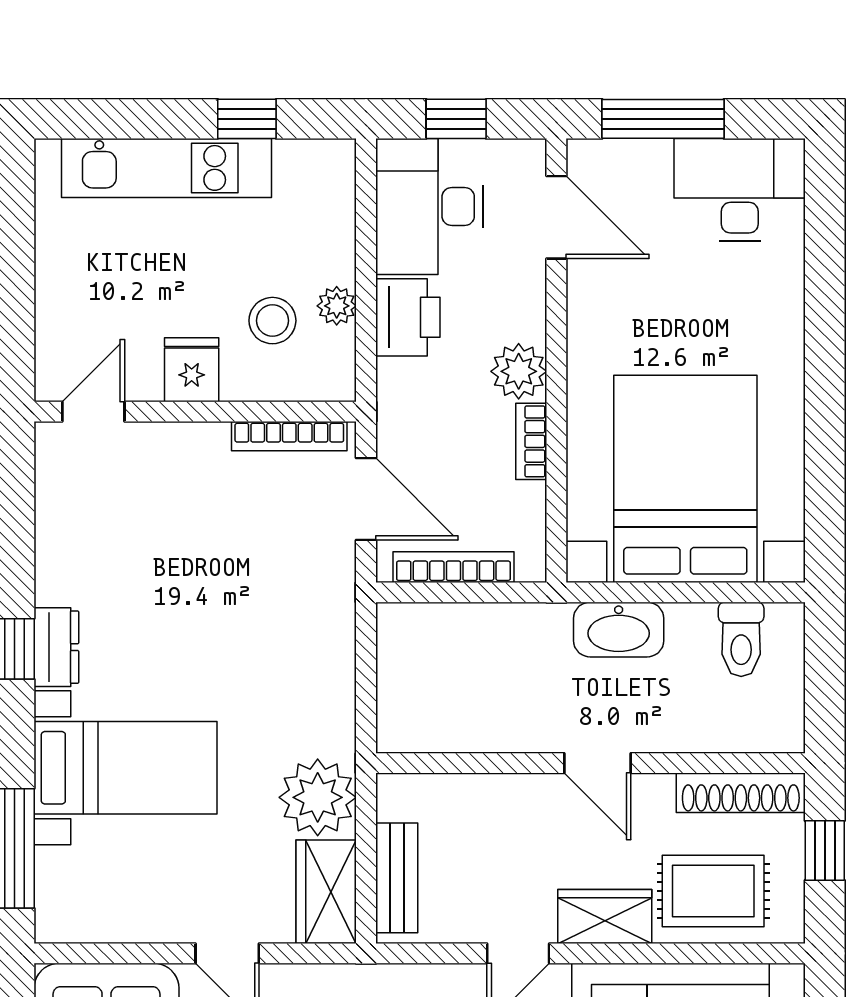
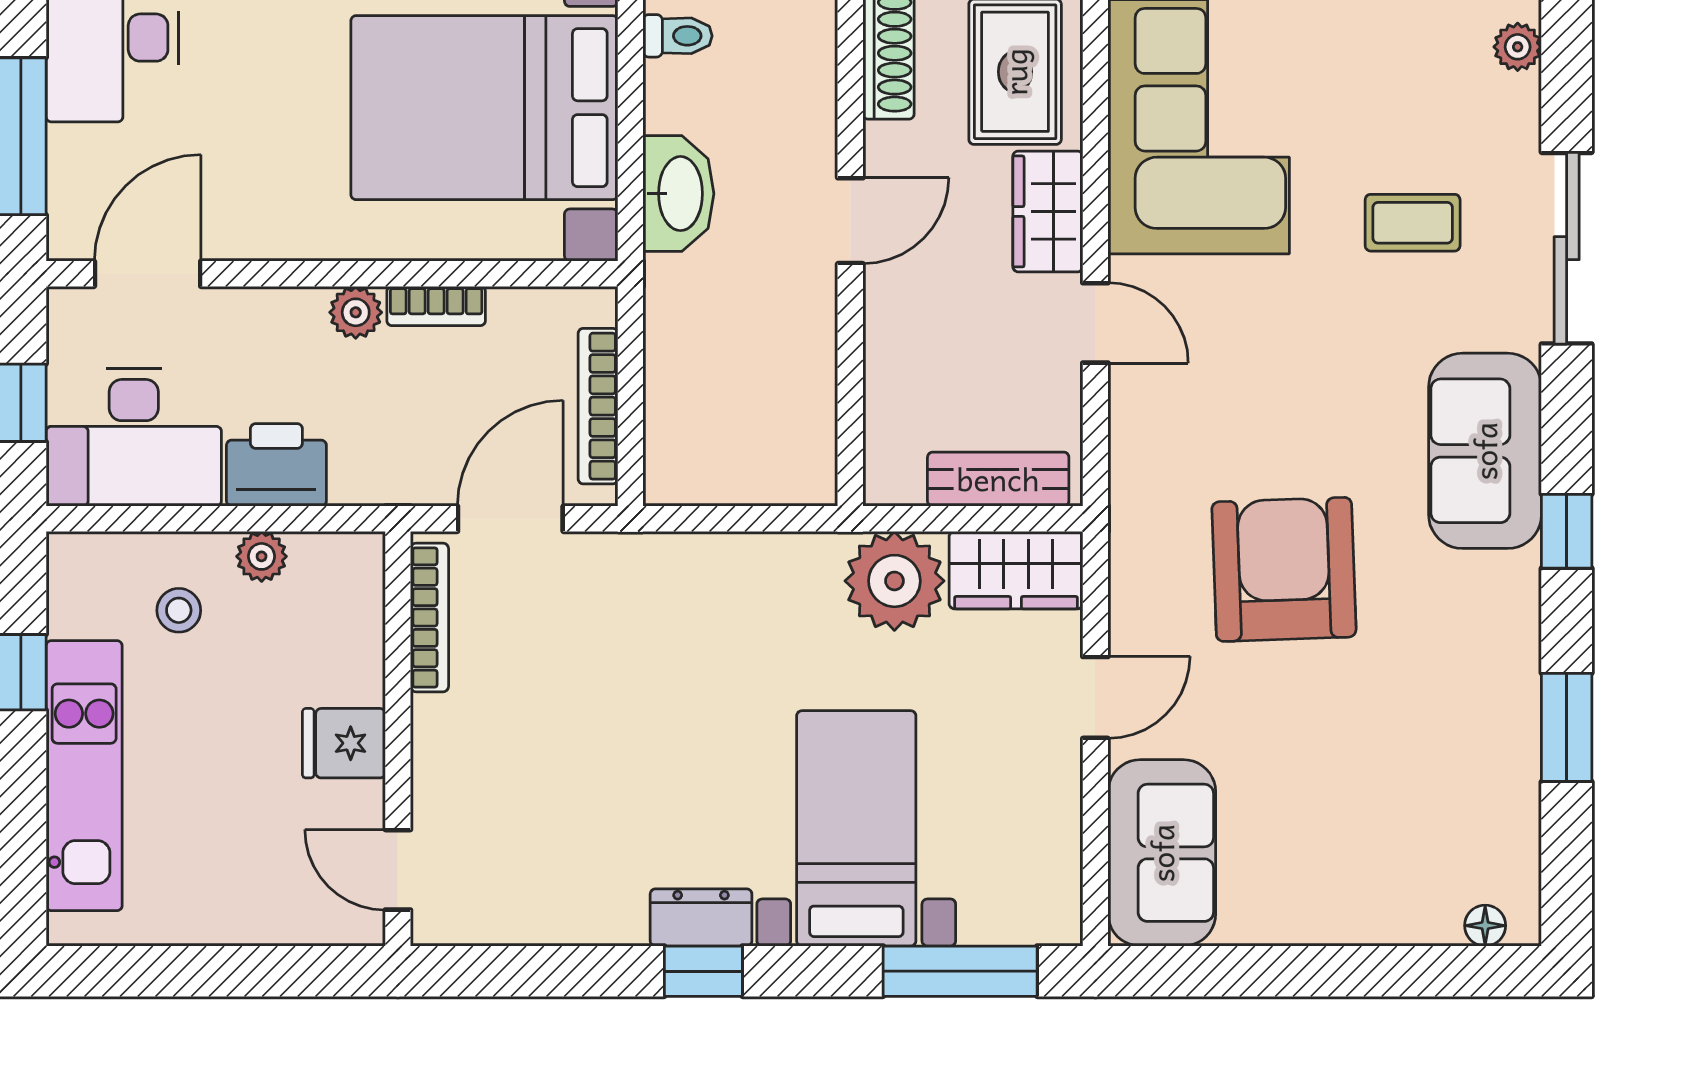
stool: (272, 321) -> (179, 610), moved, width x0.73, depth x0.73
plant: (519, 371) -> (356, 312), width x0.73, depth x0.73
toilet: (741, 639) -> (678, 36), width x0.73, depth x0.72

